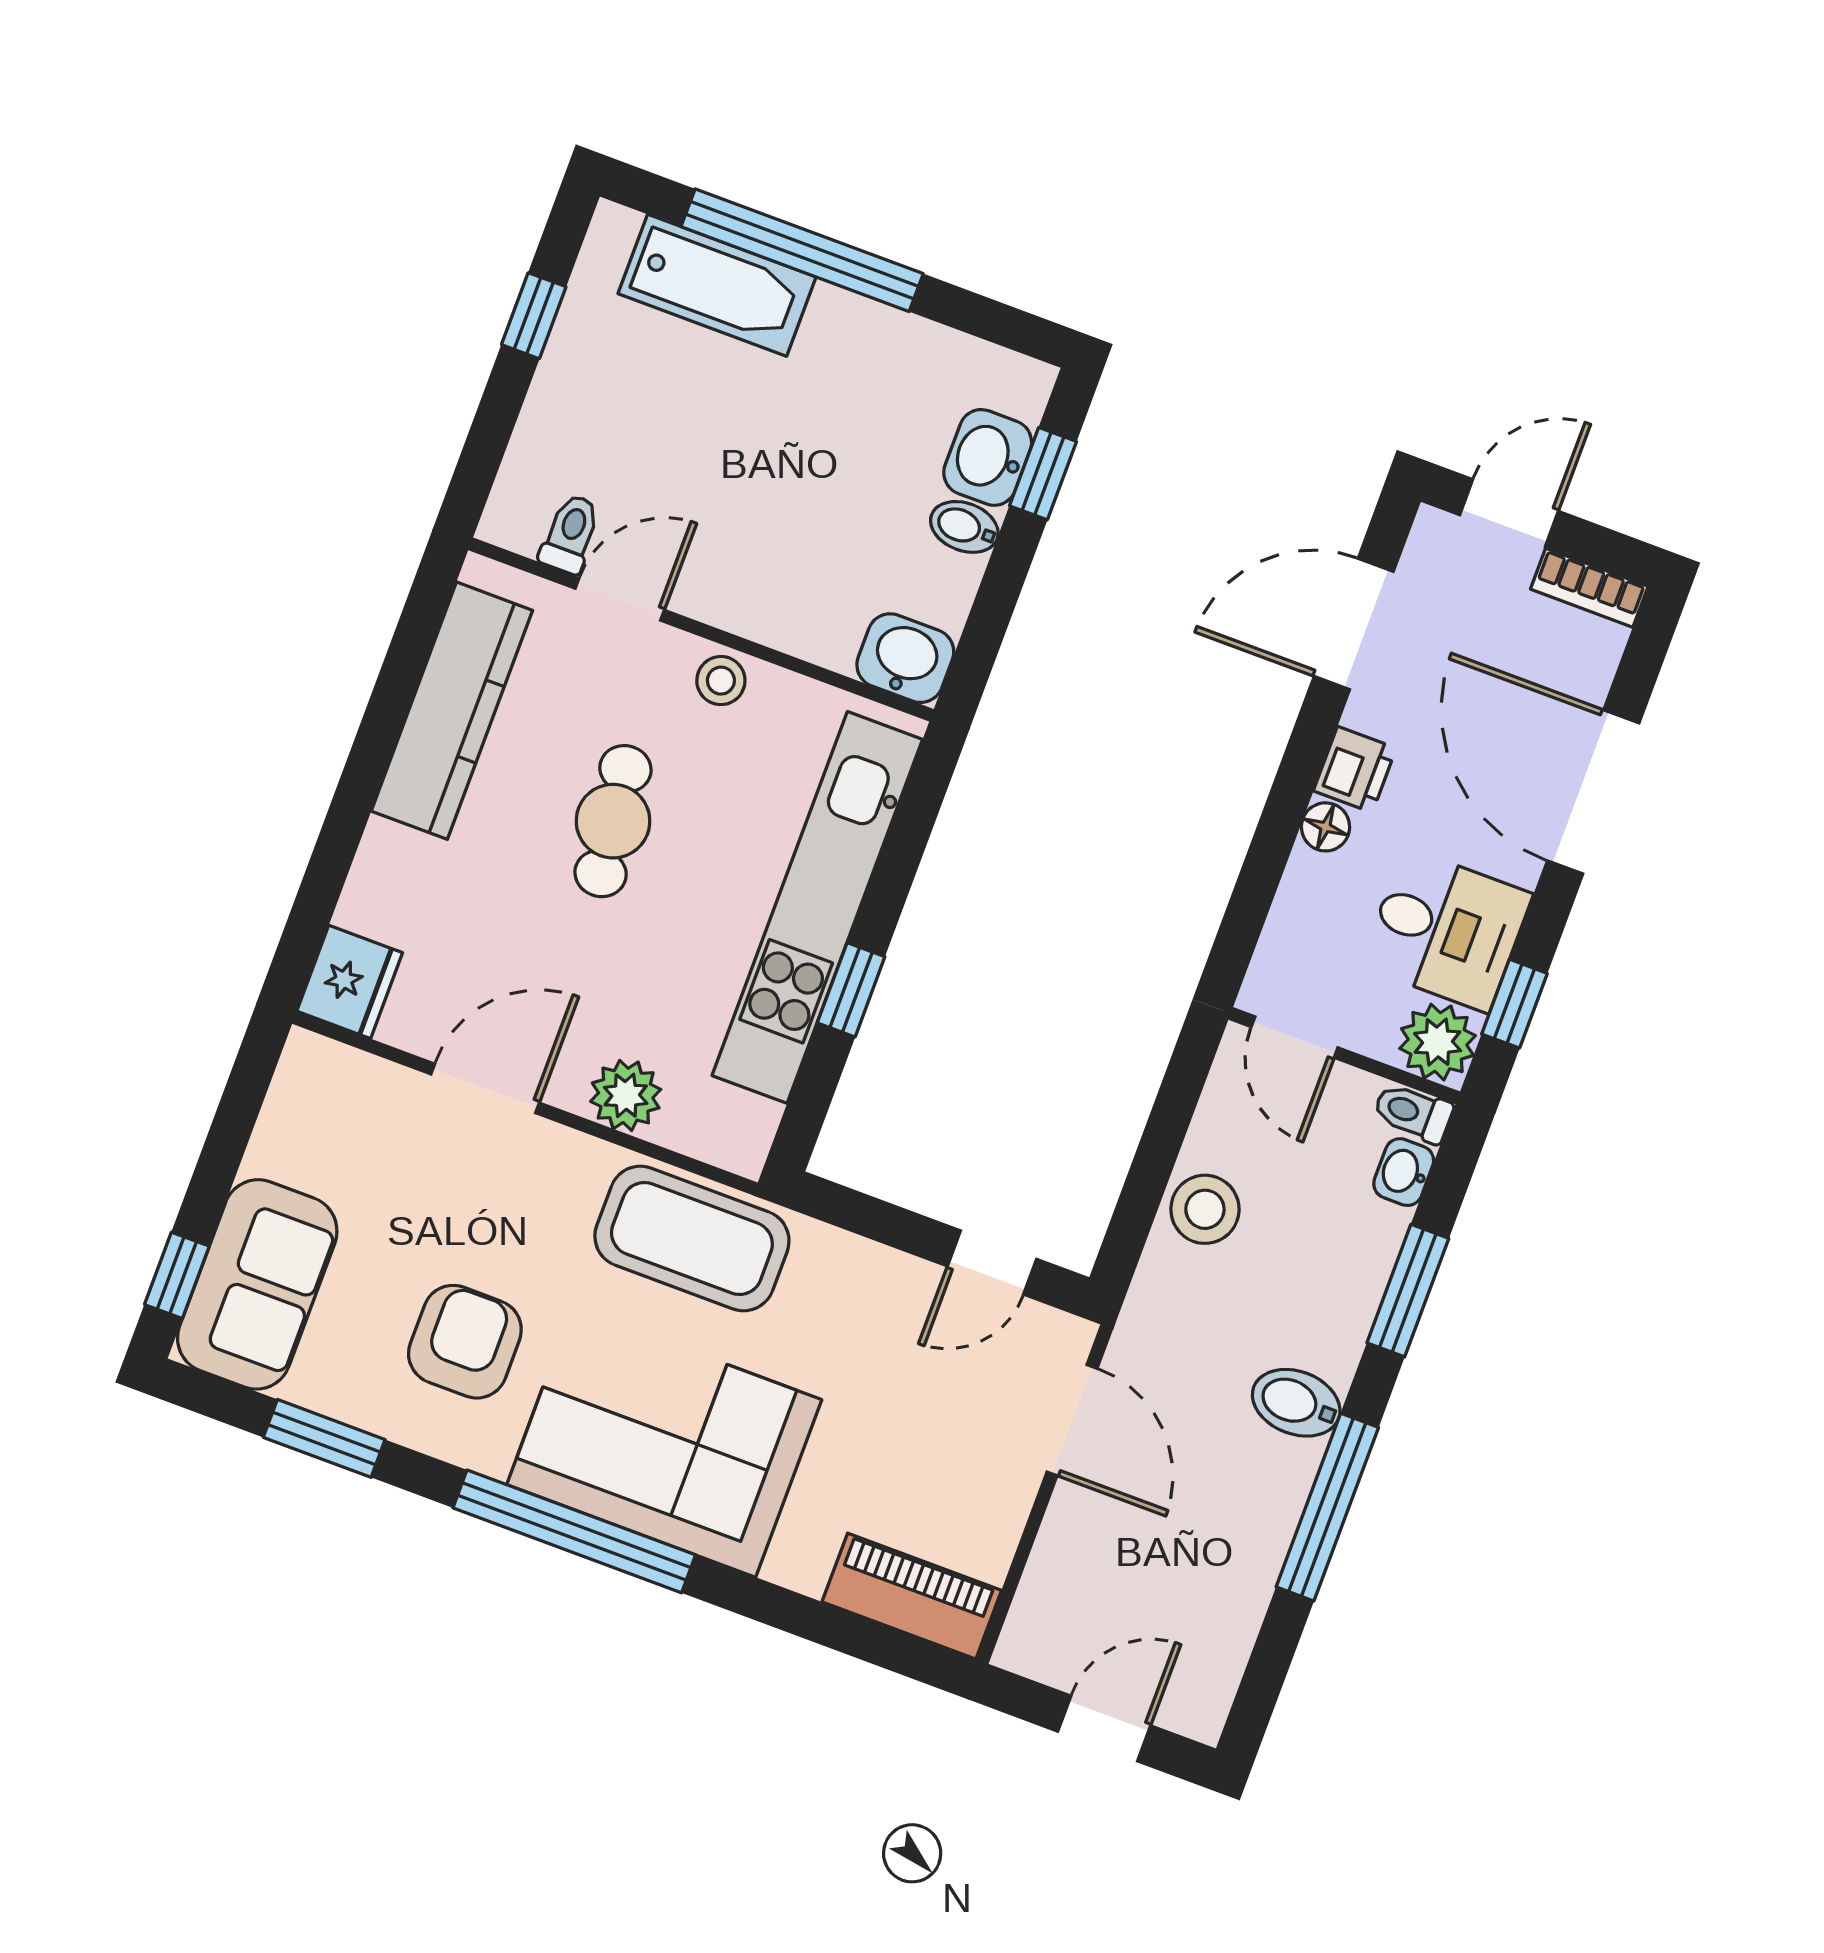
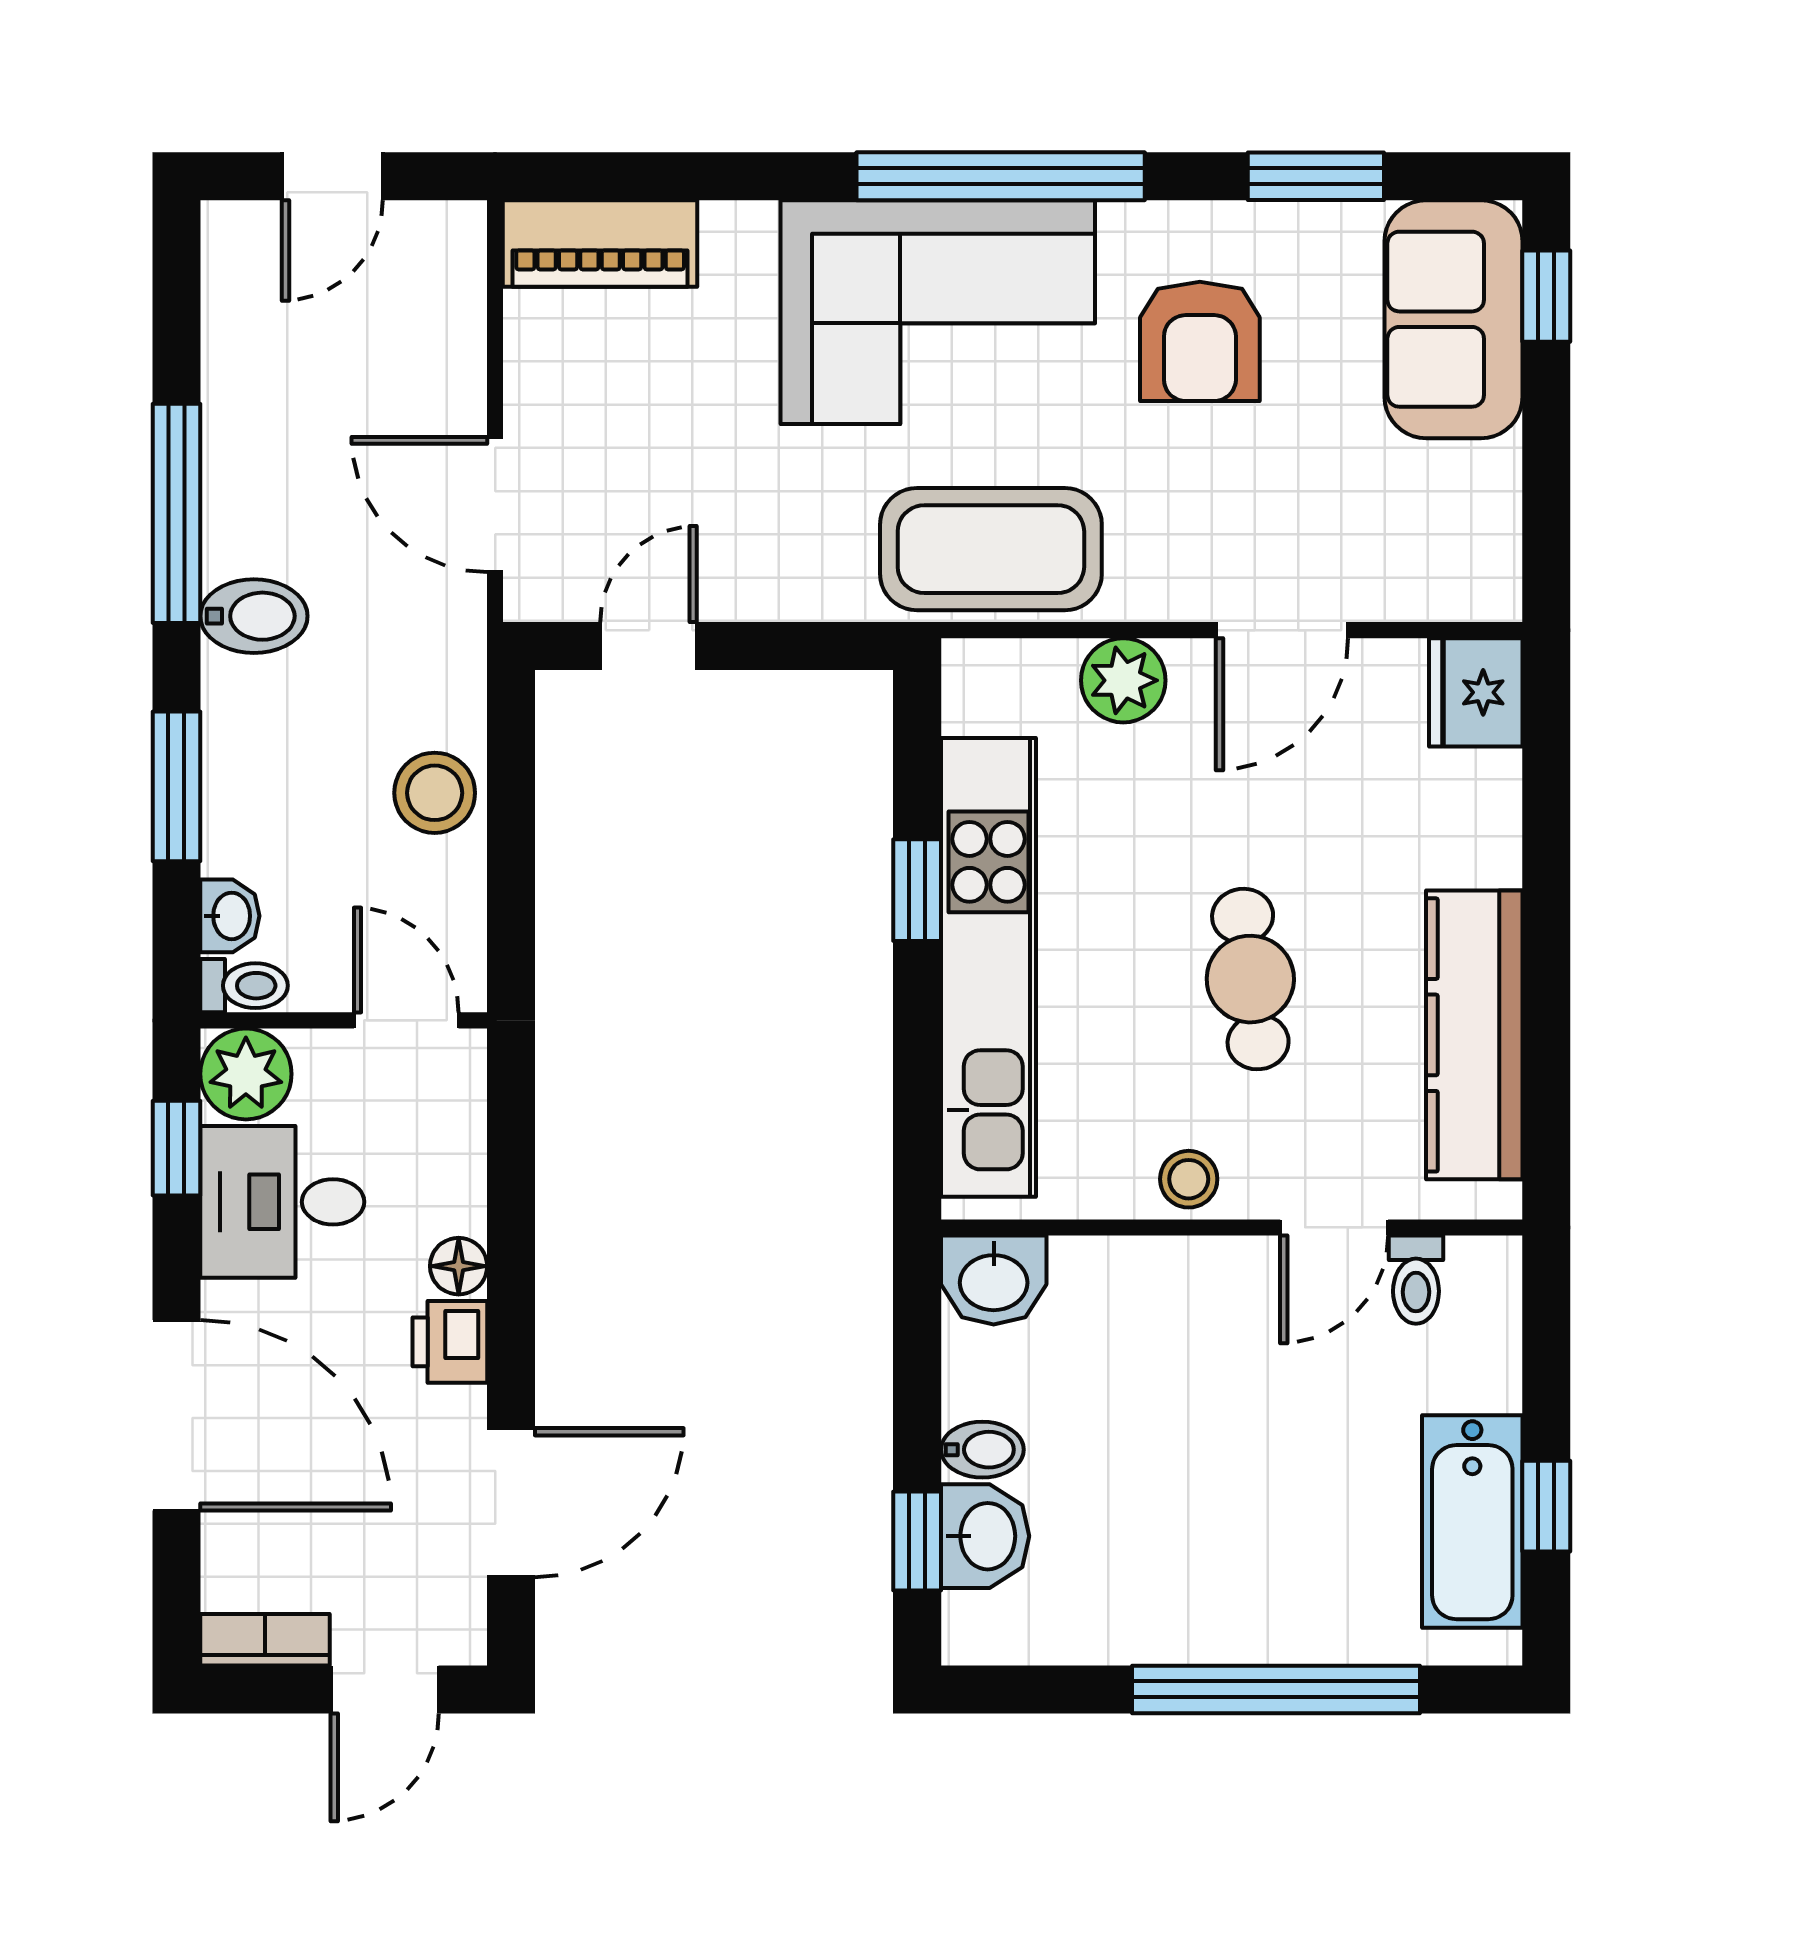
bathtub: (717, 285) -> (1472, 1522), moved, turned -90

